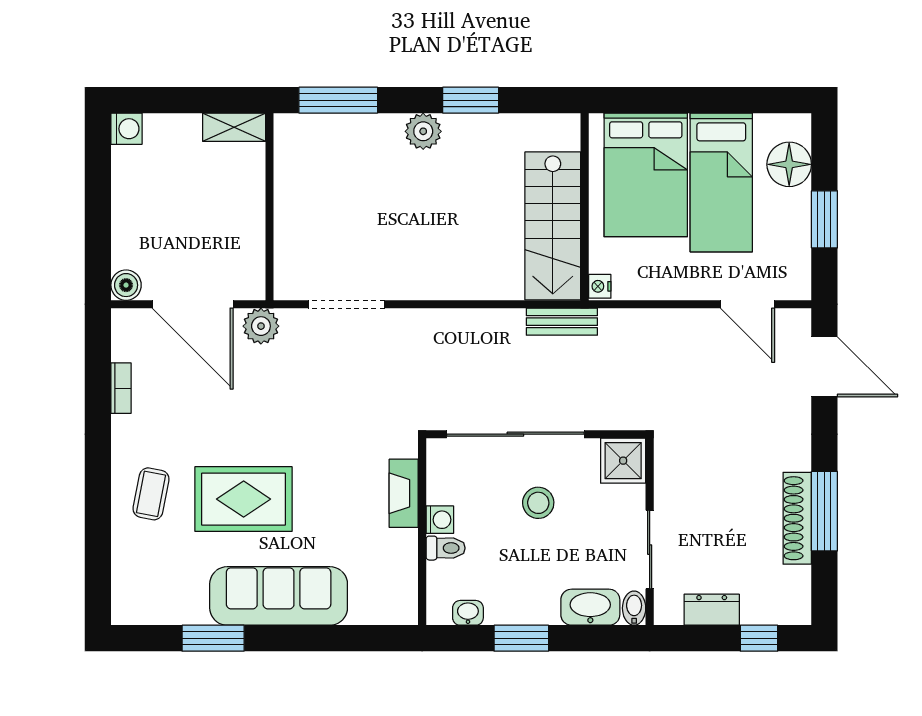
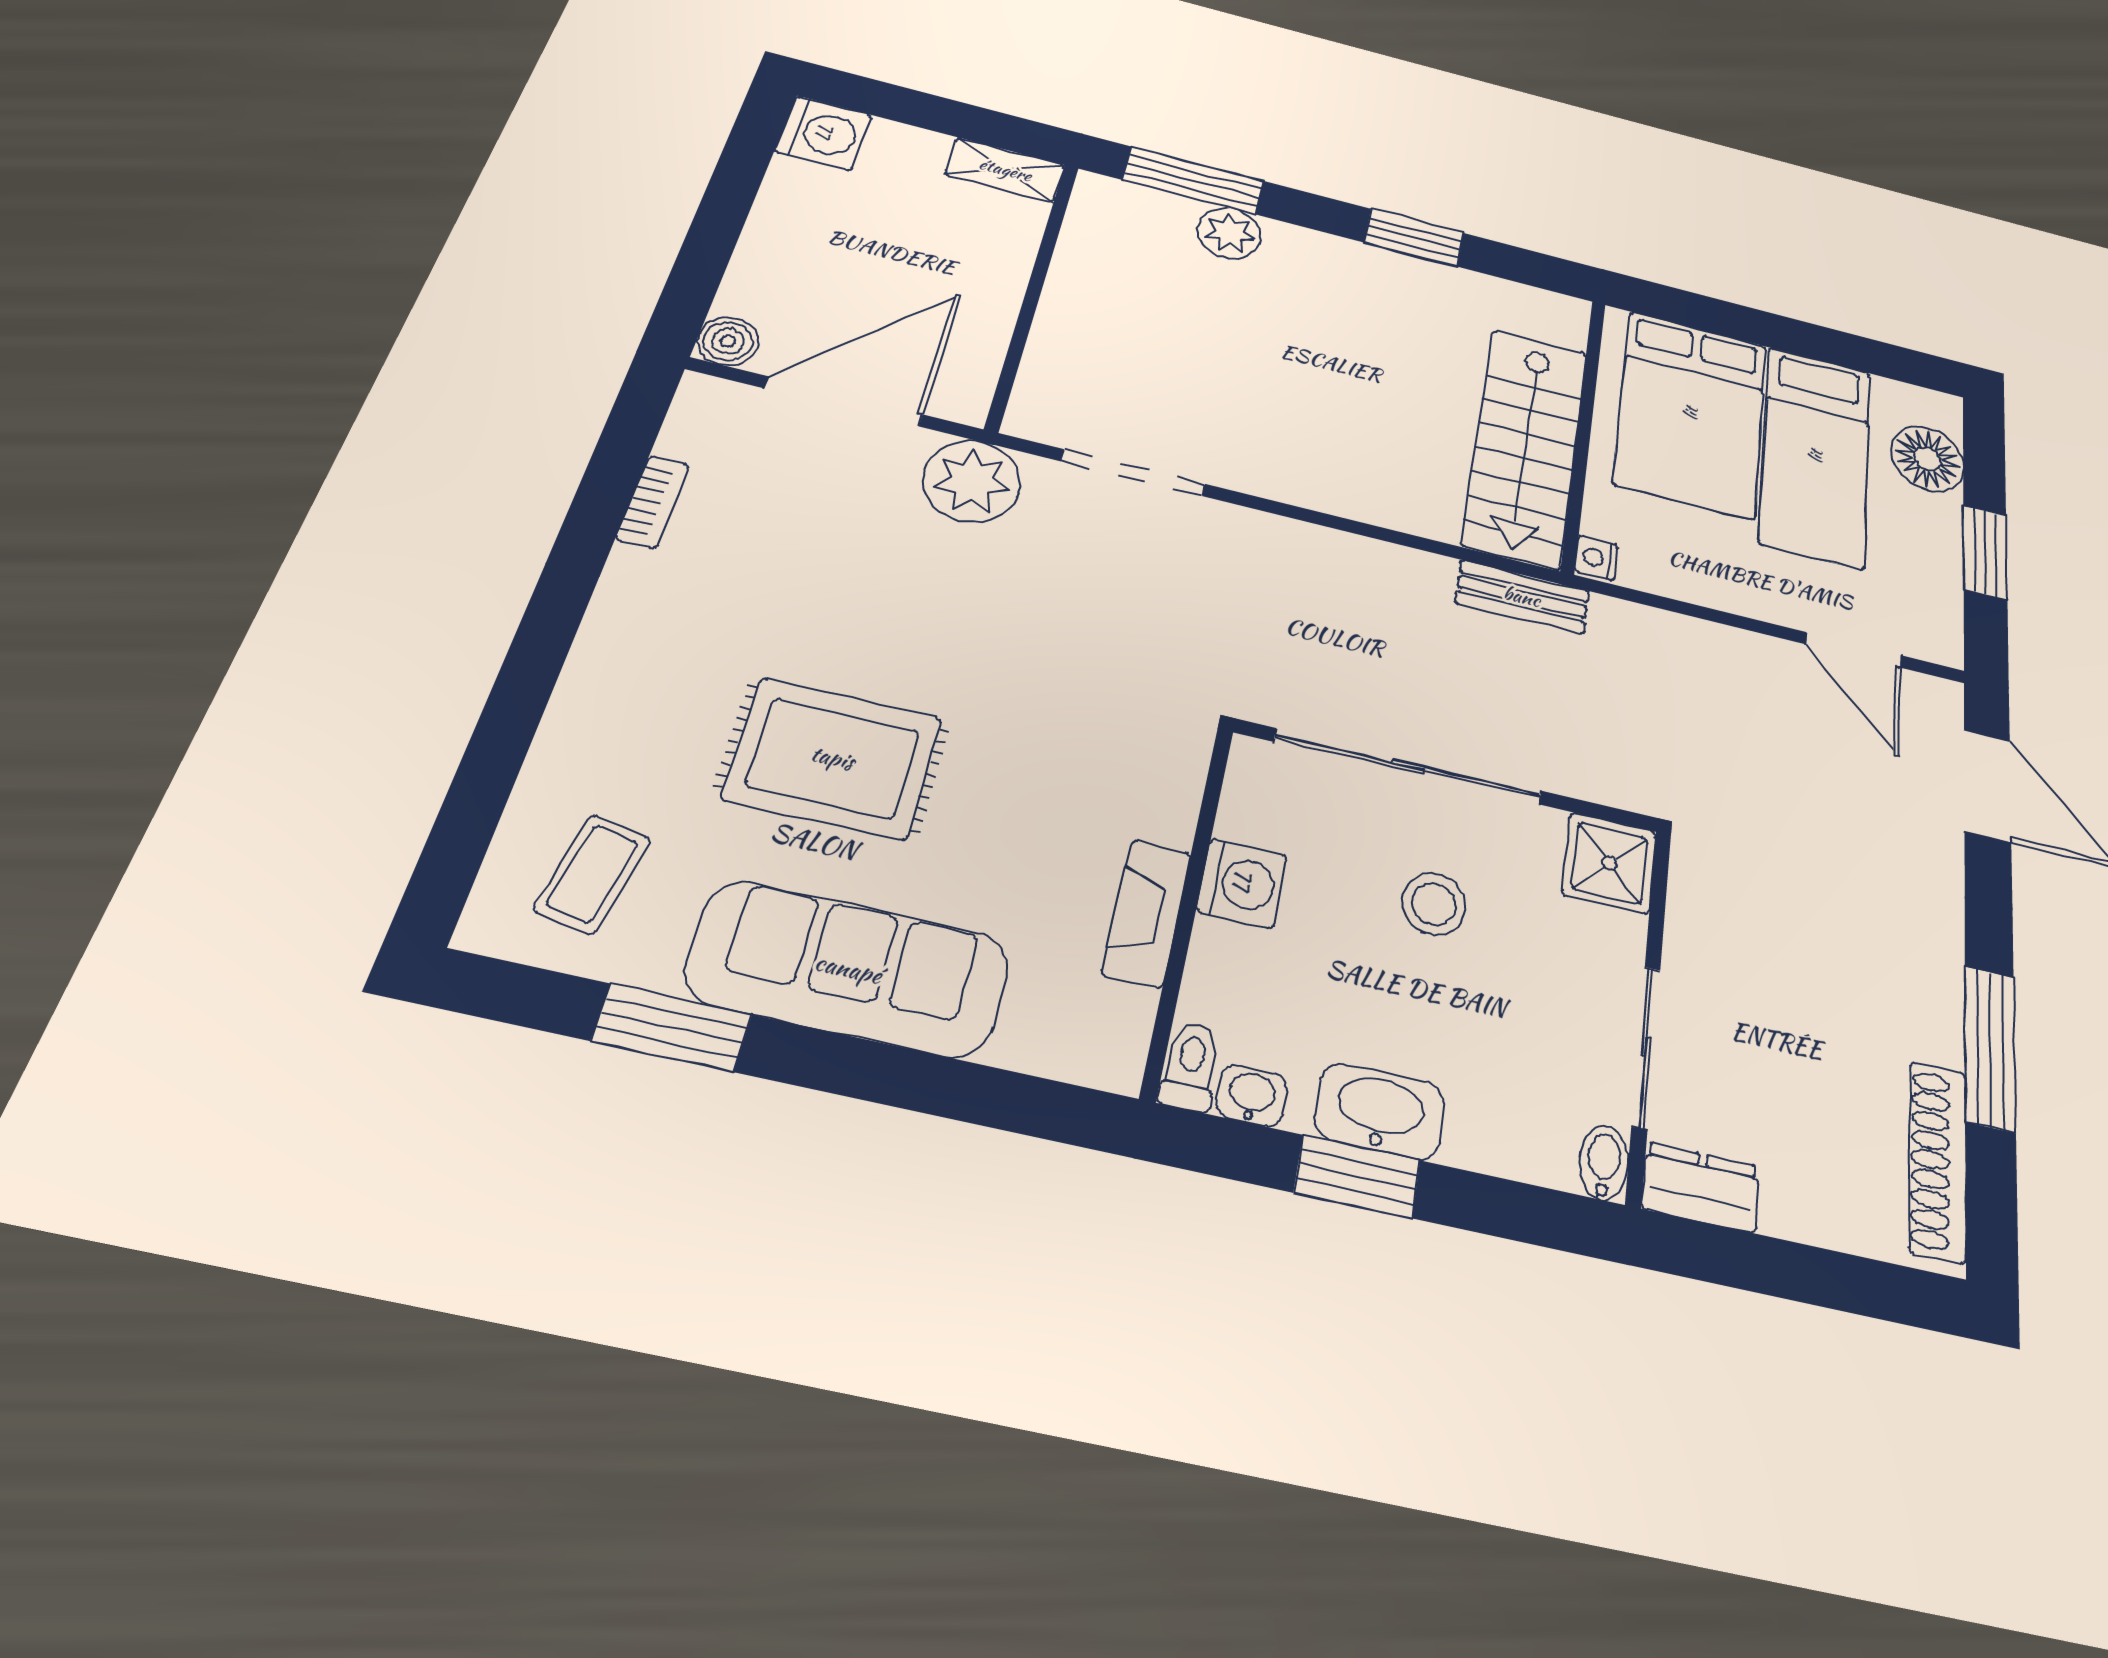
washing machine: (126, 129) -> (824, 133), width x1.38, depth x1.38
plant: (423, 131) -> (1229, 233), moved
door: (193, 304) -> (844, 401), swing flipped
plant: (261, 326) -> (972, 481), width x1.36, depth x1.36
fireplace: (404, 493) -> (1147, 913), moved
coffee table: (151, 494) -> (593, 874), moved
shoe rack: (797, 518) -> (1938, 1161), moved
washing machine: (440, 520) -> (1242, 883), width x1.38, depth x1.38
toilet: (446, 548) -> (1190, 1066), moved, turned -90
washbasin: (590, 607) -> (1380, 1111), moved
dresser: (712, 610) -> (1701, 1187), moved
window: (759, 638) -> (1859, 1285), removed

